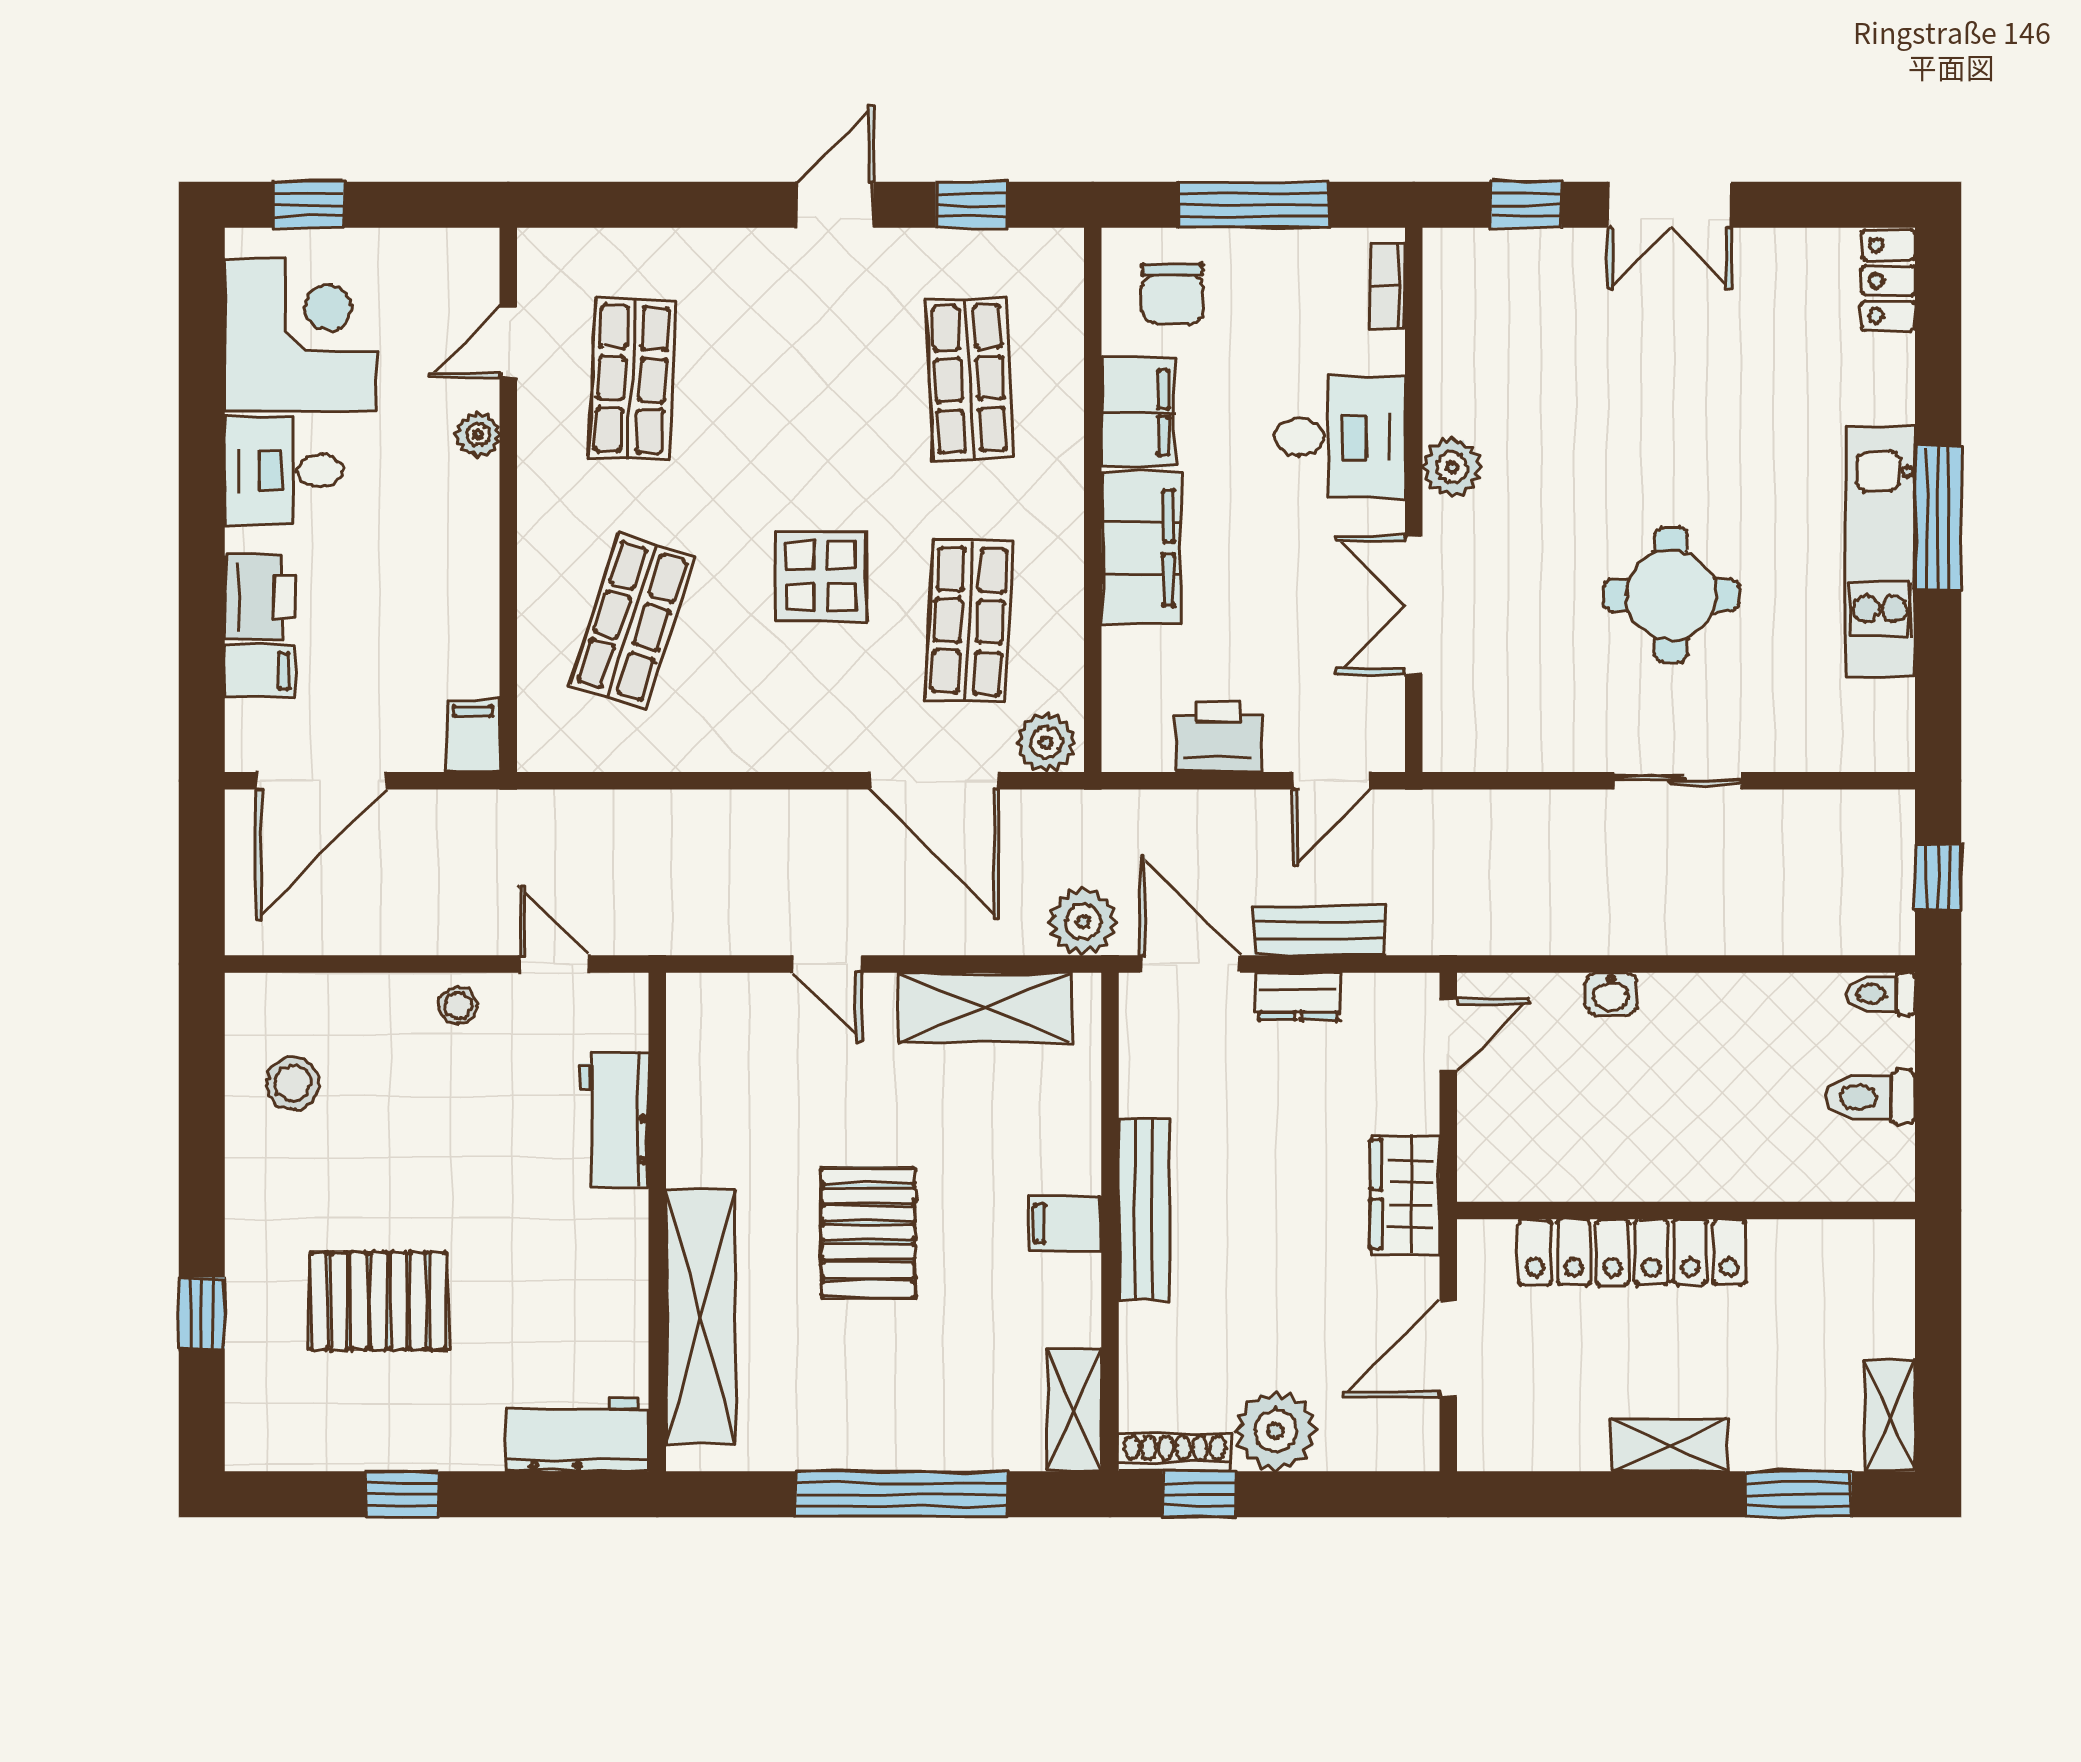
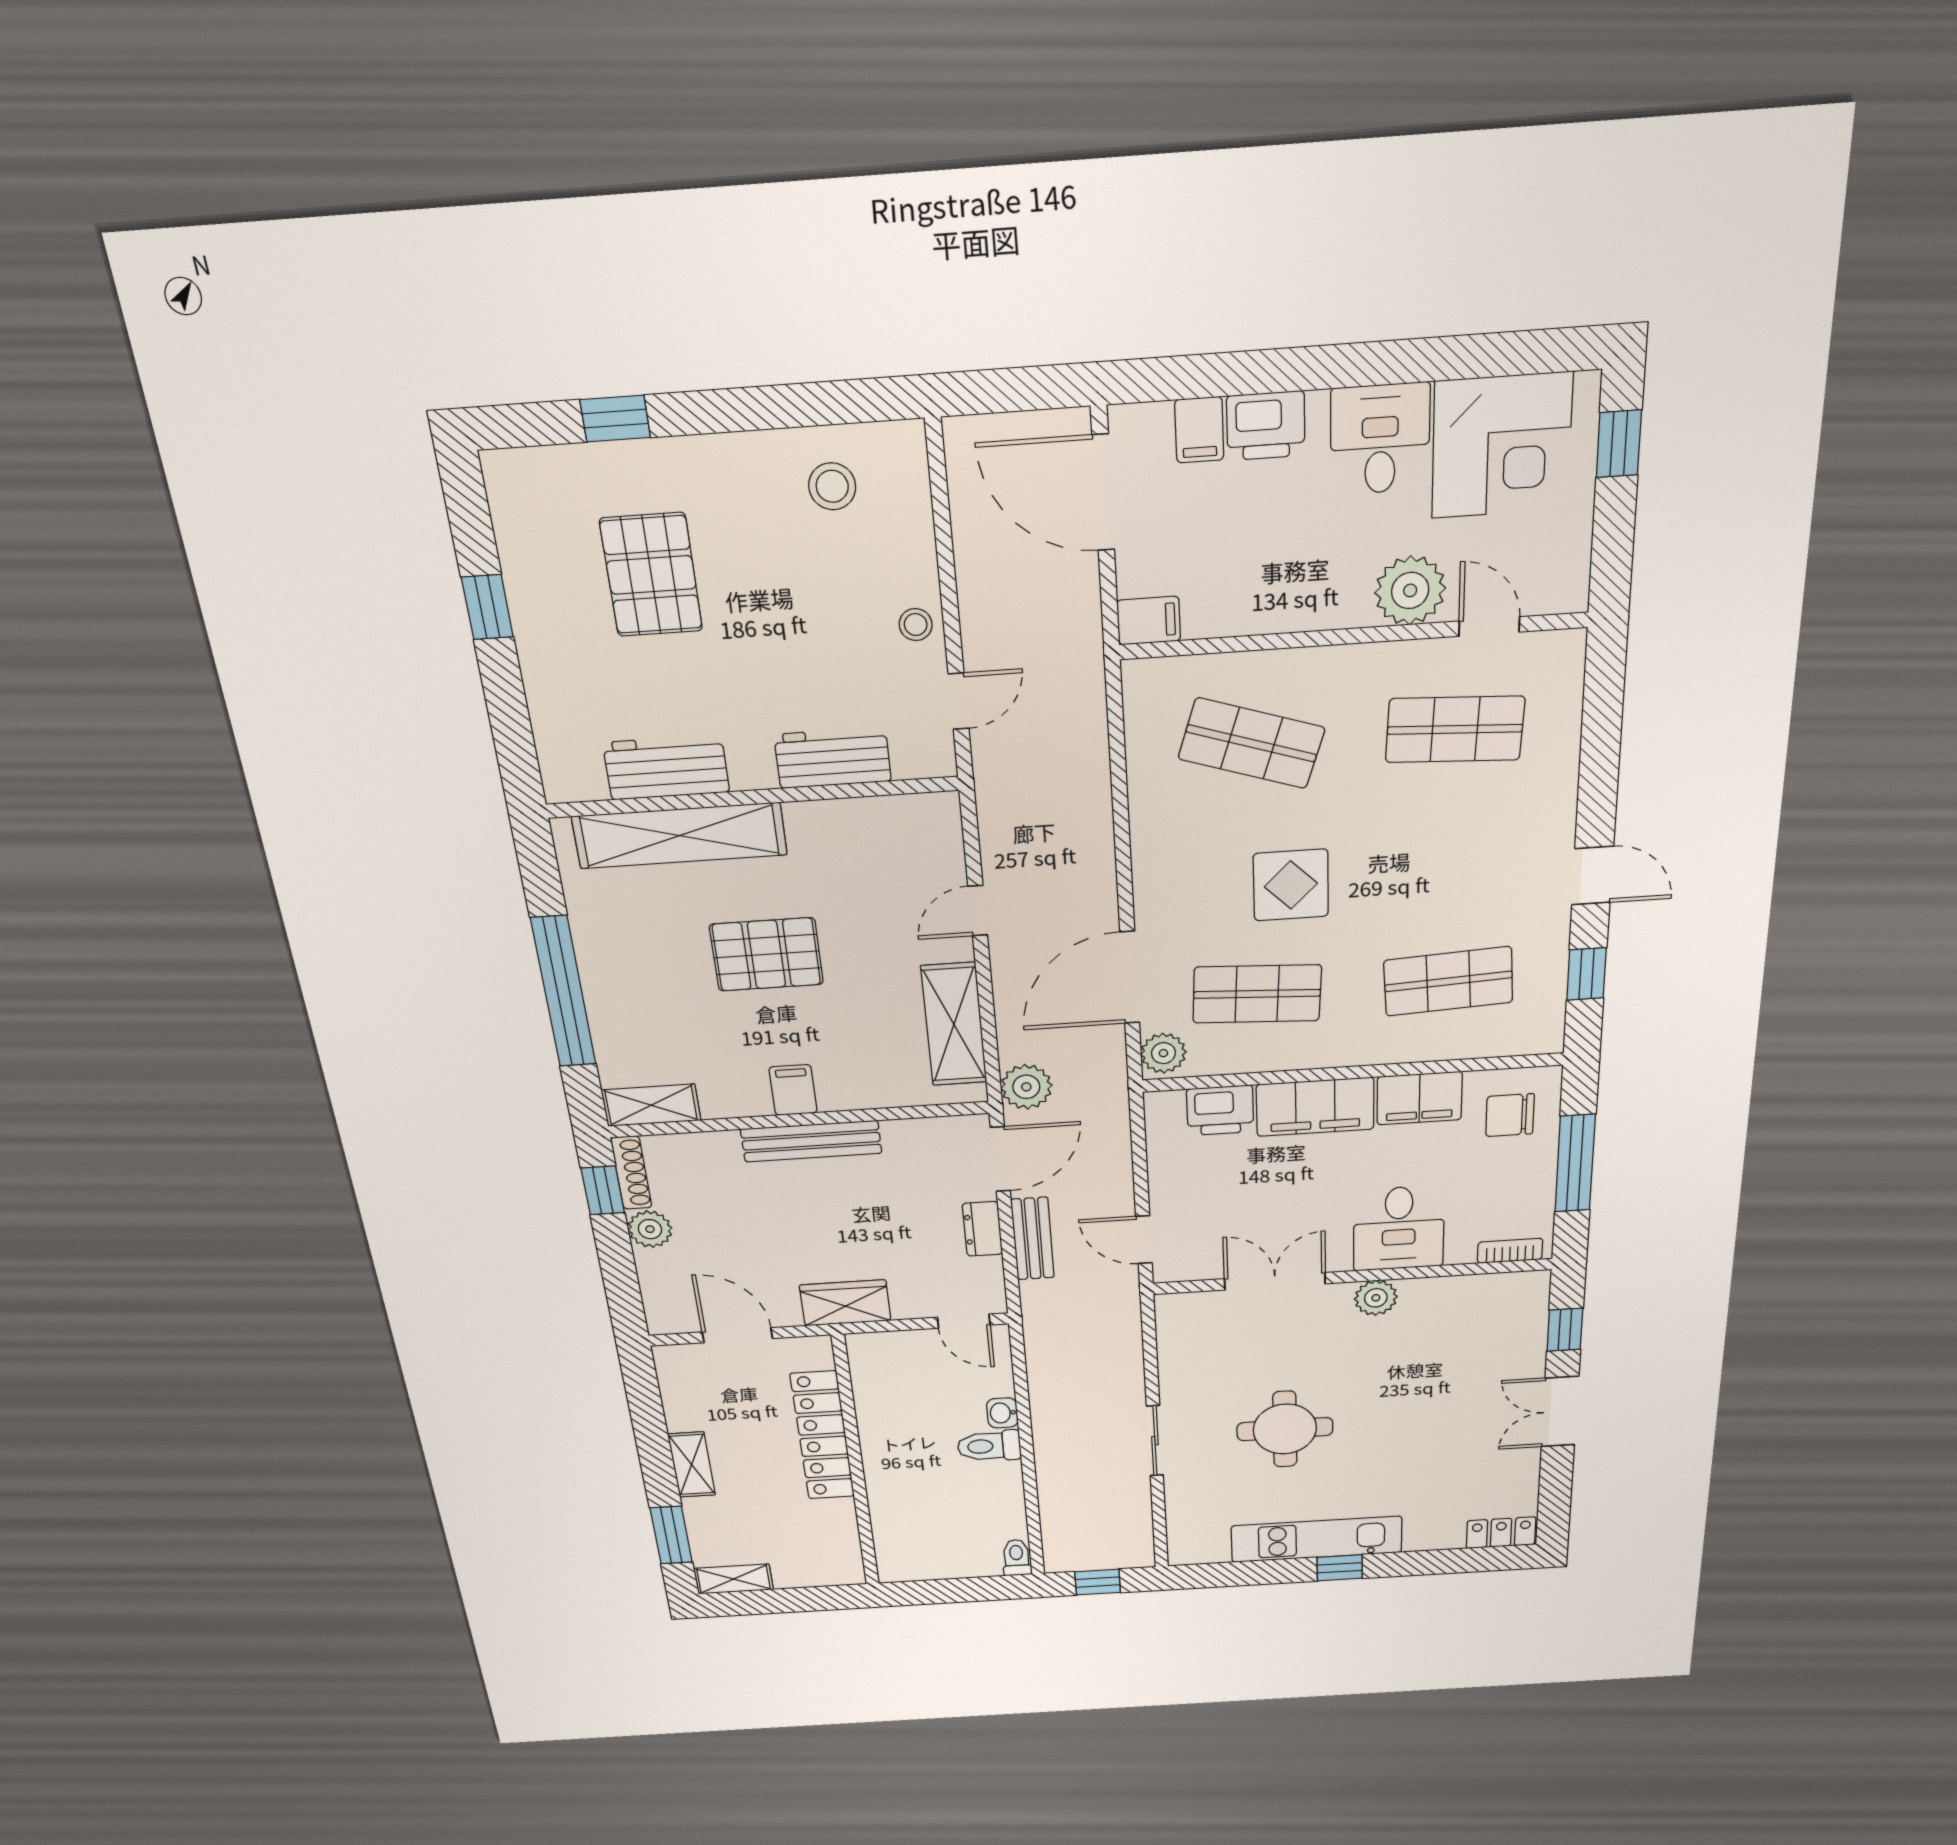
plant: (478, 435) -> (1410, 590), width x1.88, depth x1.88
window: (1938, 517) -> (1340, 1568), width x0.46
printer: (1218, 737) -> (1220, 1110), moved, turned 90
toilet: (1870, 1097) -> (989, 1446), moved, turned -90
plant: (1276, 1431) -> (650, 1229), width x0.73, depth x0.73
workbench: (577, 1434) -> (666, 767), moved, turned -90

